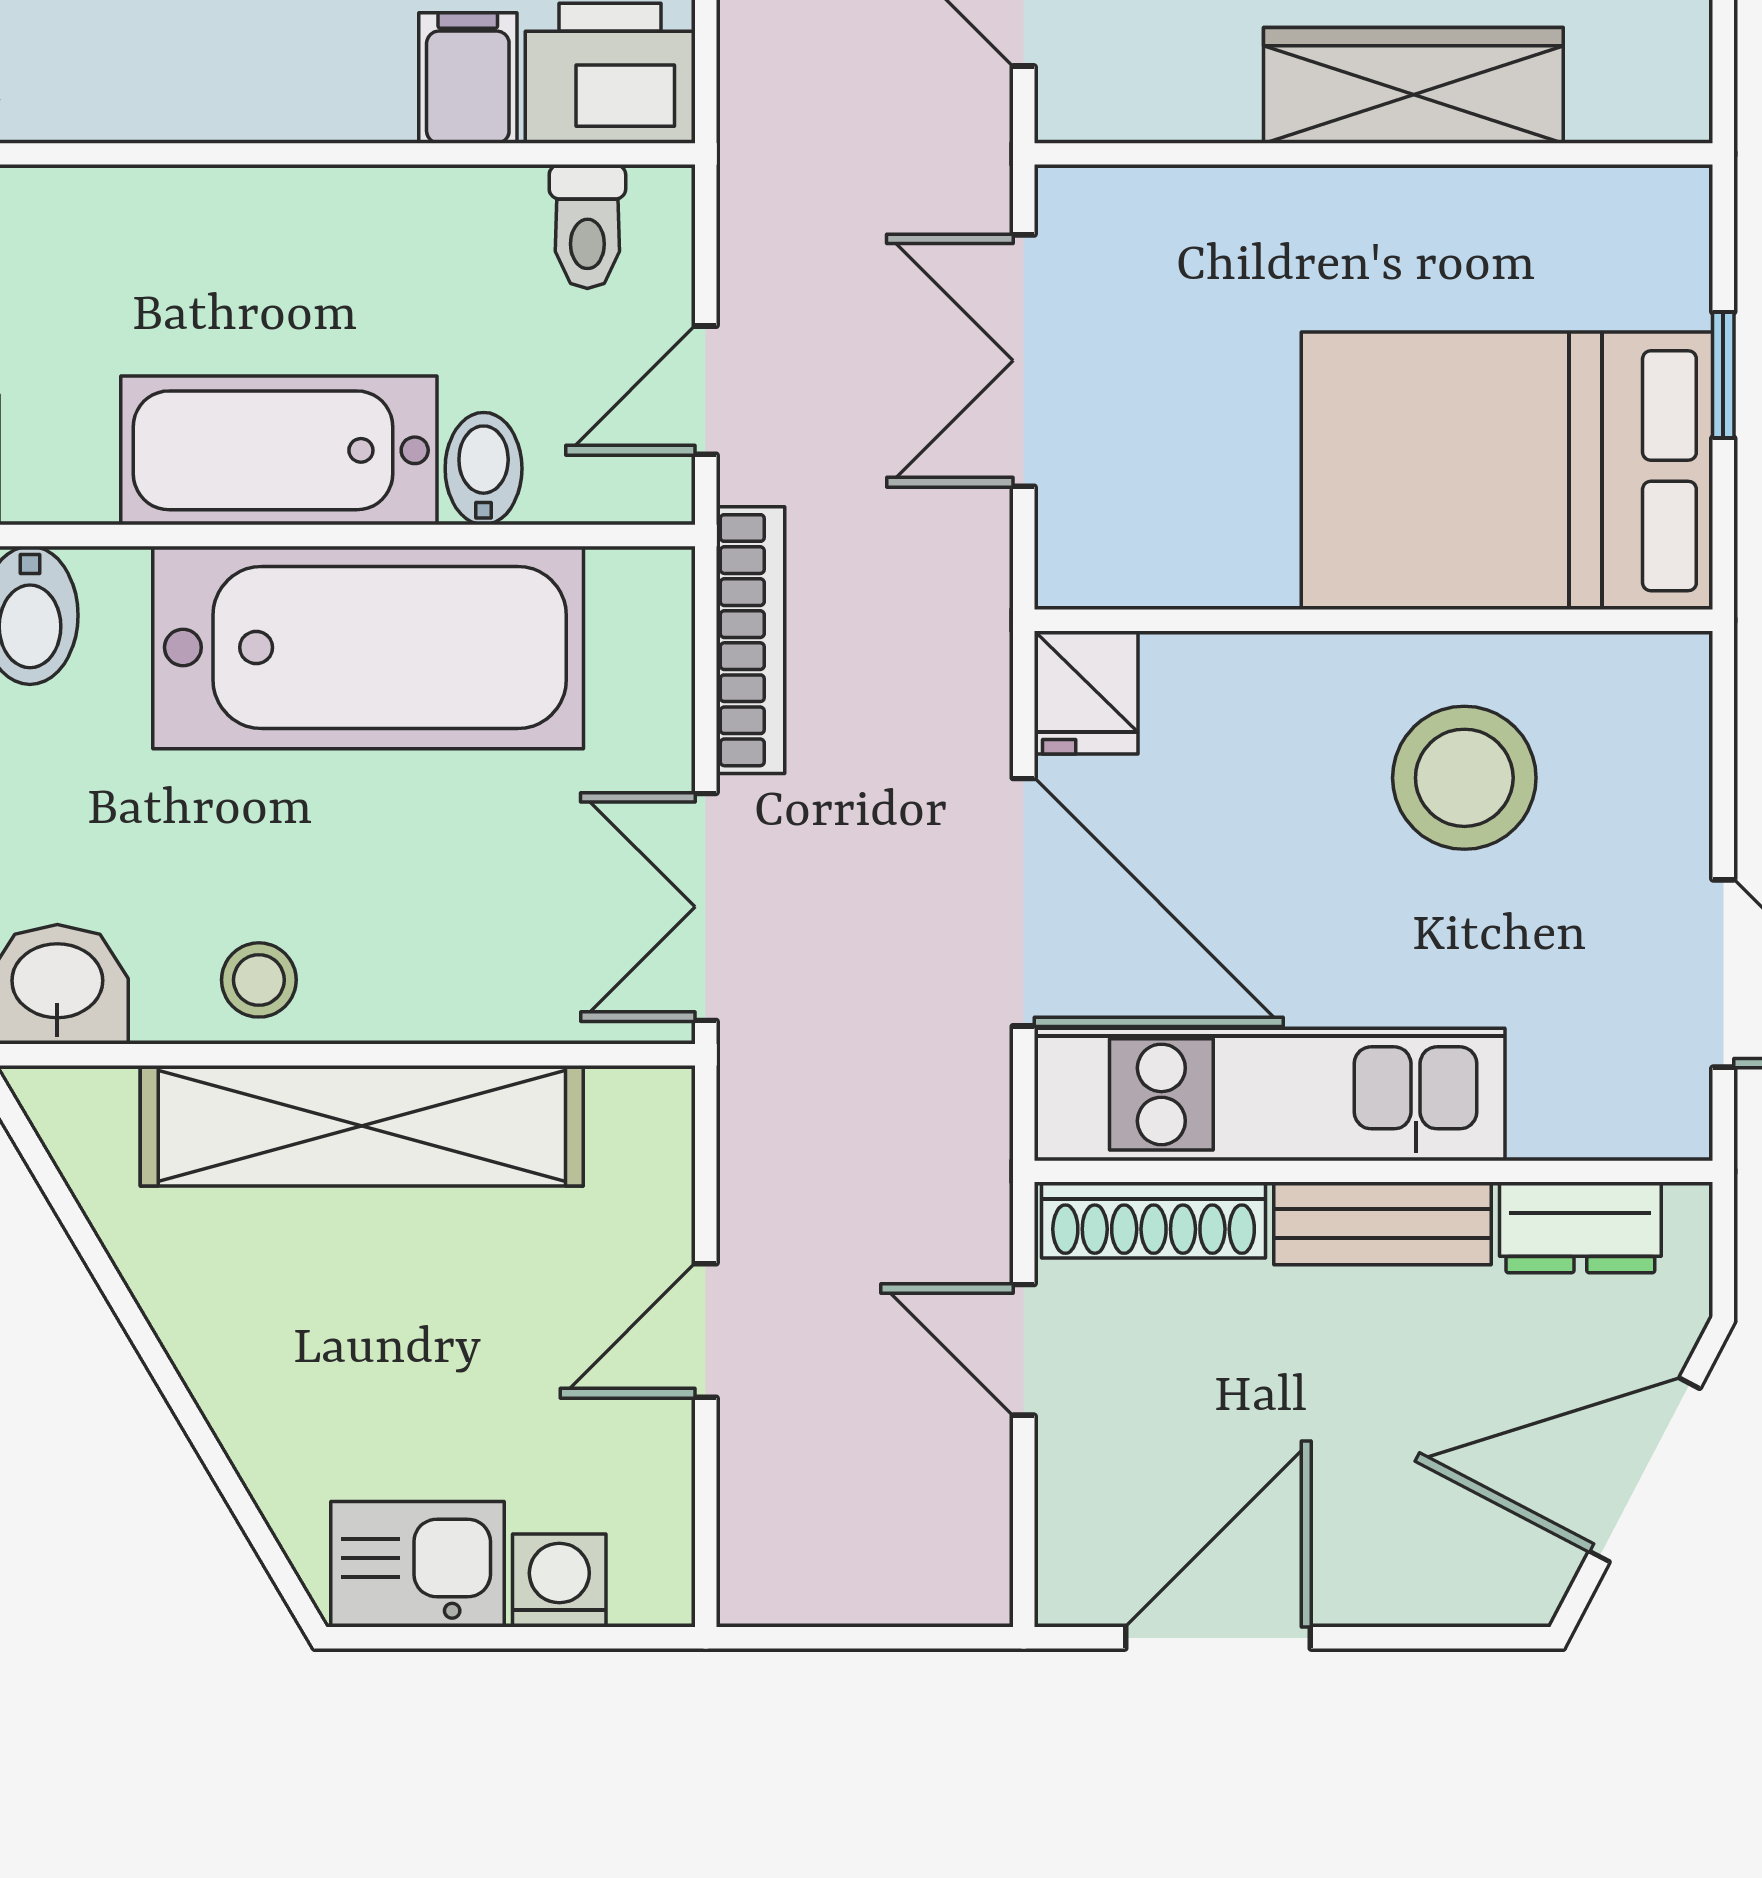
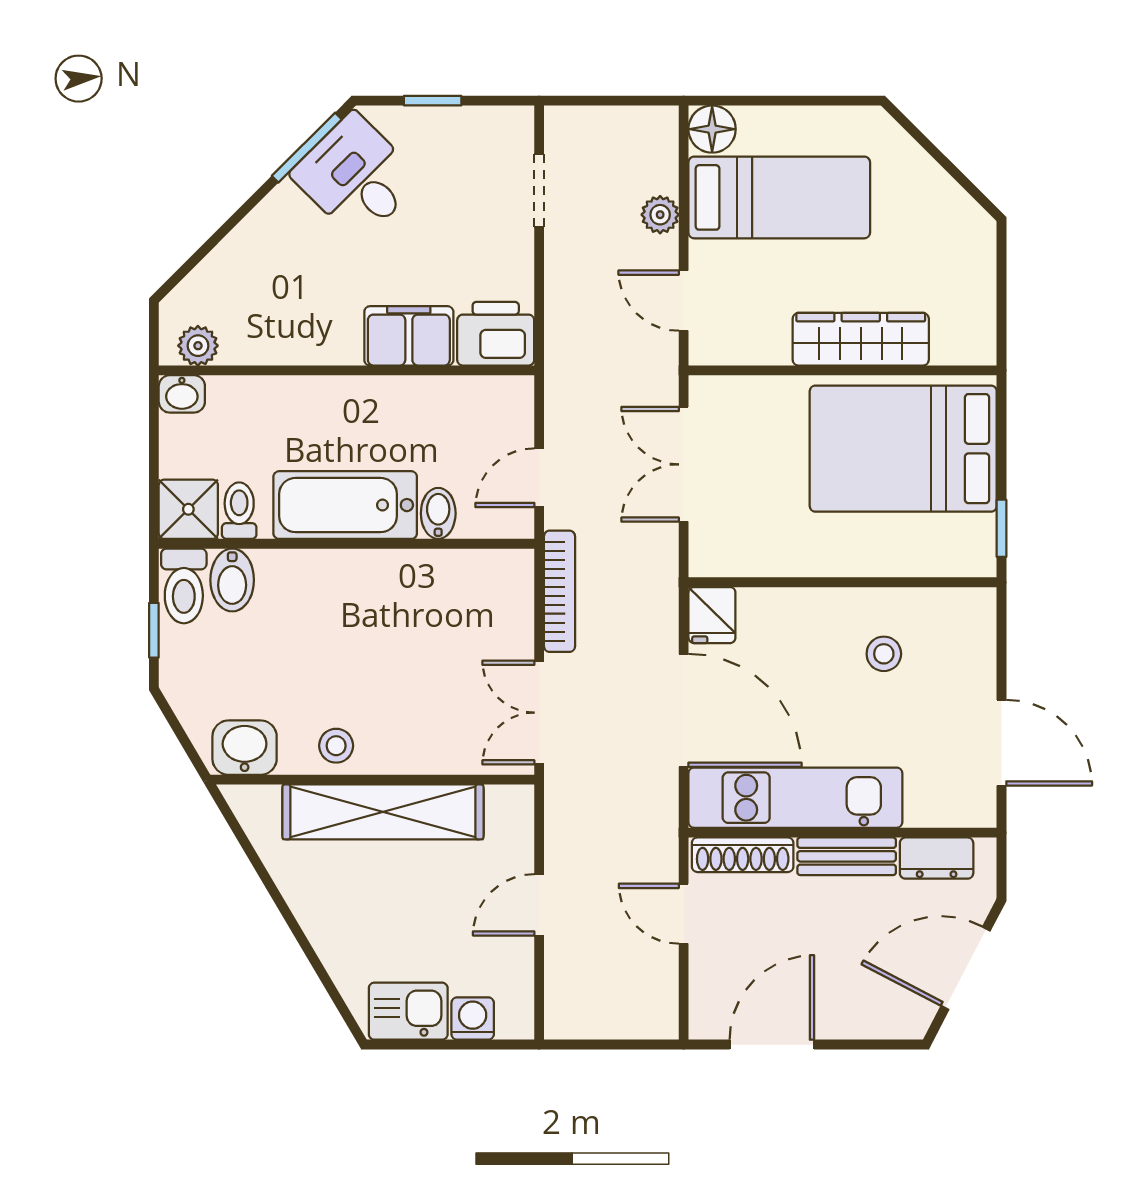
filing cabinet: (468, 78) -> (409, 336), width x2.00
toilet: (587, 227) -> (239, 511), moved, turned 180
window: (1723, 375) -> (1001, 528), moved
bed: (1507, 471) -> (903, 449), moved
bathtub: (368, 647) -> (386, 595), removed
stool: (1464, 778) -> (884, 654), width x0.53, depth x0.53

